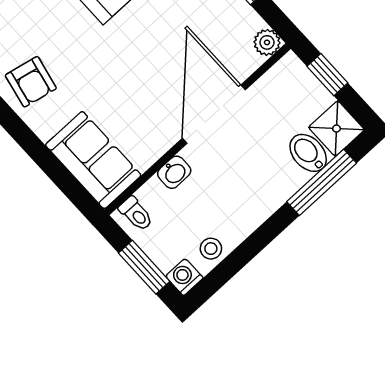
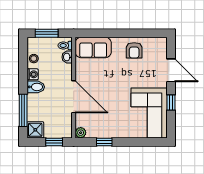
armchair: (31, 82) -> (134, 50), turned -102
bidet: (308, 153) -> (36, 87), moved
washbasin: (174, 172) -> (67, 57), moved
washing machine: (184, 277) -> (33, 74), moved

